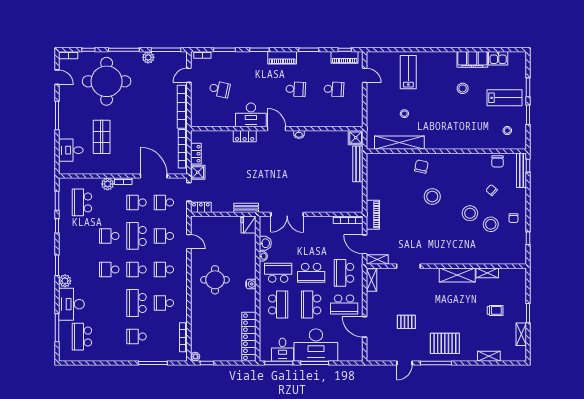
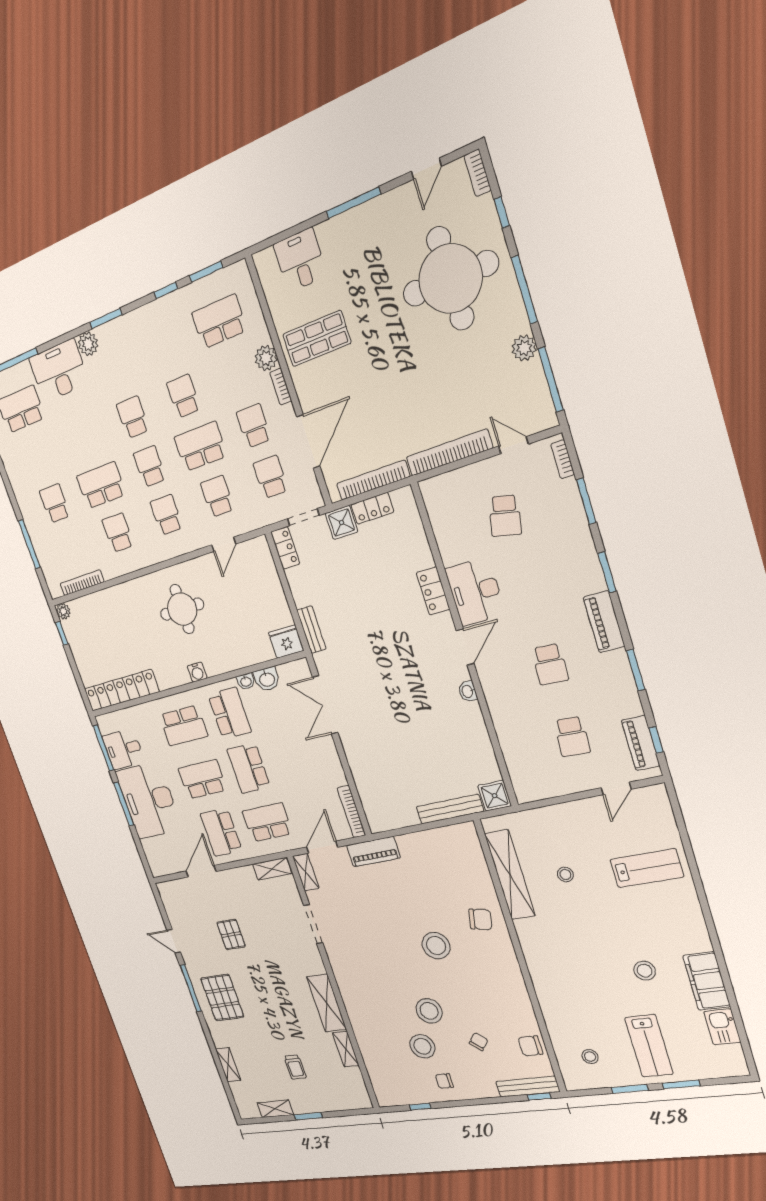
shop shelf: (102, 137) -> (317, 339), moved

